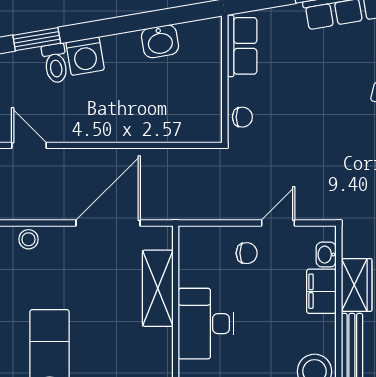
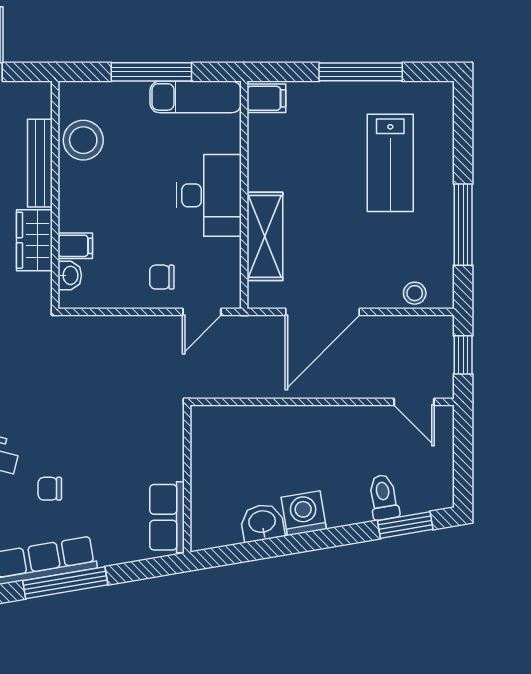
washing machine: (85, 56) -> (304, 513), moved
chair: (242, 117) -> (50, 489), moved
door: (278, 223) -> (202, 312), moved
filing cabinet: (321, 291) -> (75, 246), width x0.50

